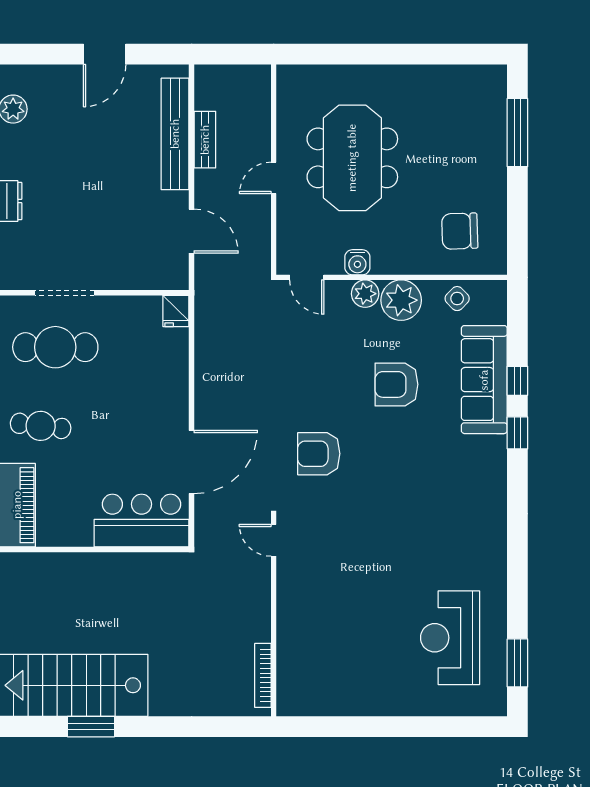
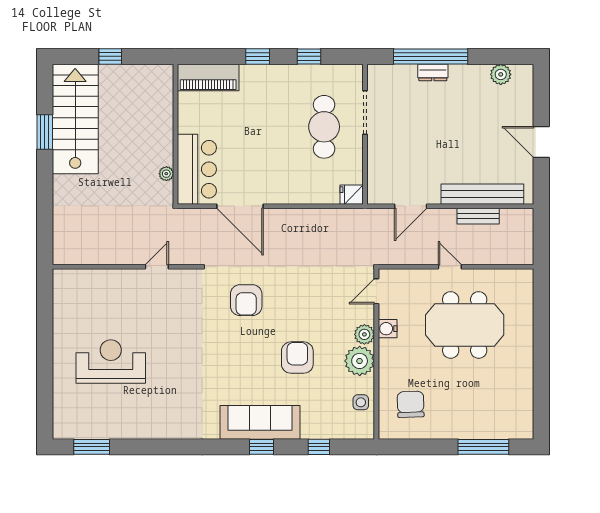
side table: (457, 299) -> (361, 402), turned 45
cafe table: (55, 347) -> (324, 127), moved
sofa: (484, 380) -> (260, 422), moved
window: (517, 381) -> (319, 447), moved
cafe table: (41, 426) -> (267, 95), removed
armchair: (319, 454) -> (246, 300), turned 180
door: (274, 540) -> (157, 267), moved
plant: (148, 562) -> (166, 174), added
reception desk: (450, 638) -> (111, 361), moved
bookcase: (263, 675) -> (82, 259), removed

